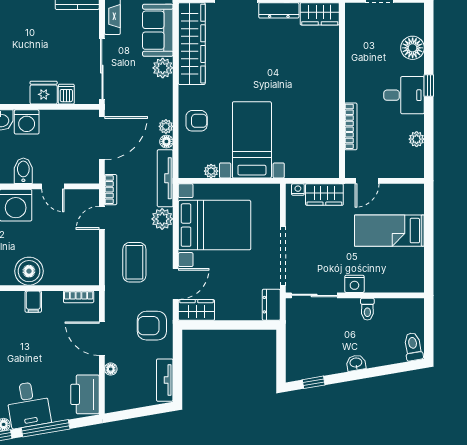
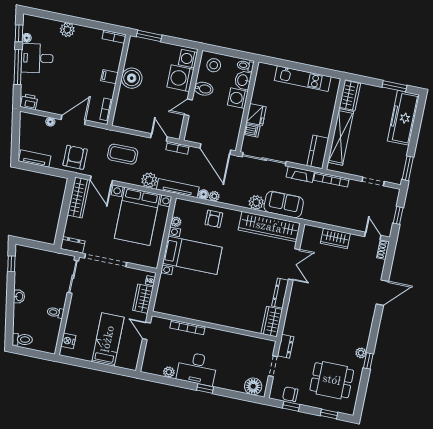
floor lamp: (413, 48) -> (253, 386), moved
desk: (404, 95) -> (197, 369), width x1.37
nightstand: (354, 284) -> (68, 341), moved
wardrobe: (196, 310) -> (78, 198), width x1.50
printer: (85, 394) -> (29, 102), width x0.53, depth x0.68

